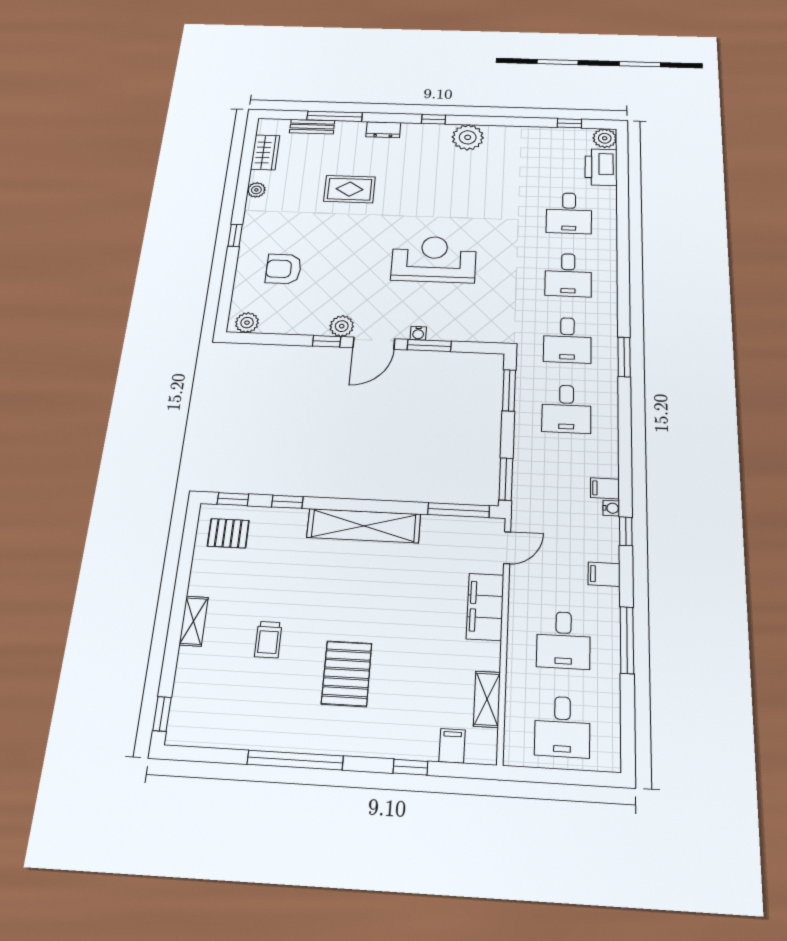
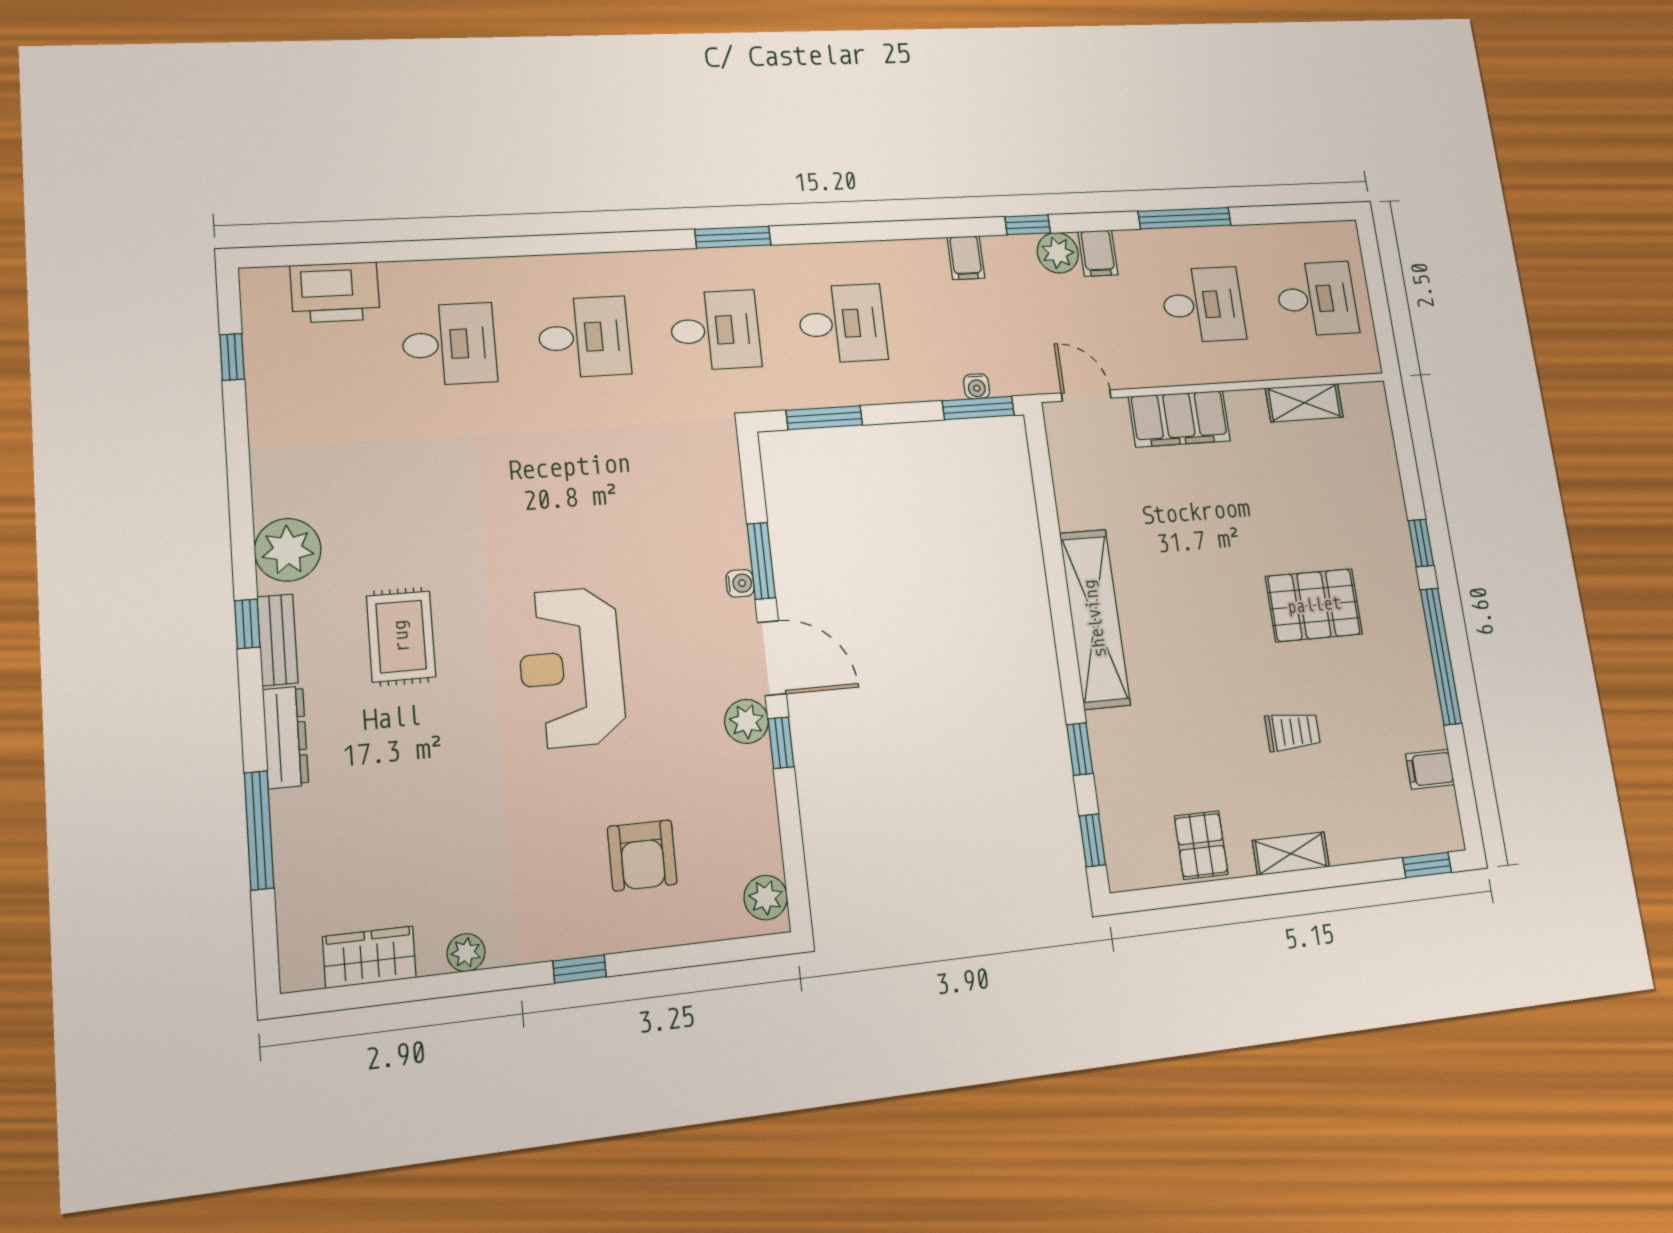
bench: (312, 127) -> (277, 640), moved
dresser: (383, 130) -> (285, 737), width x1.44
plant: (605, 138) -> (1058, 253), moved
rug: (350, 189) -> (401, 636), moved
reception desk: (434, 259) -> (571, 667), moved
water cooler: (611, 508) -> (977, 386), moved, turned 180
window: (459, 510) -> (1042, 475), removed
pallet: (228, 533) -> (1201, 845), moved
filing cabinet: (452, 746) -> (1430, 769), moved
window: (410, 767) -> (1421, 543), moved

